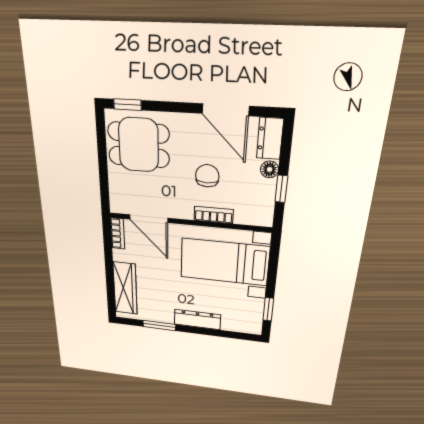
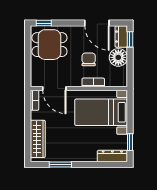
floor lamp: (270, 169) -> (118, 57), width x1.89, depth x1.89
window: (281, 189) -> (130, 39), moved
dresser: (197, 320) -> (112, 156), moved

